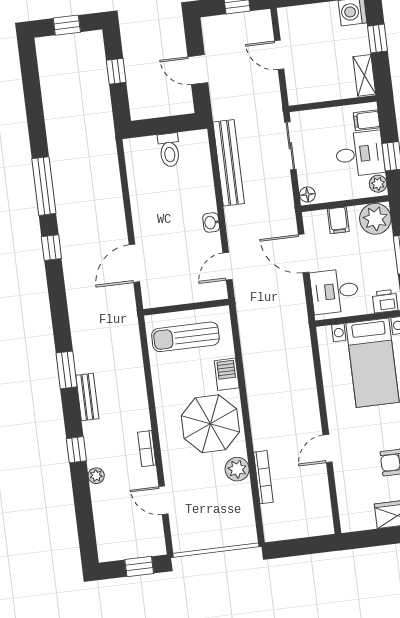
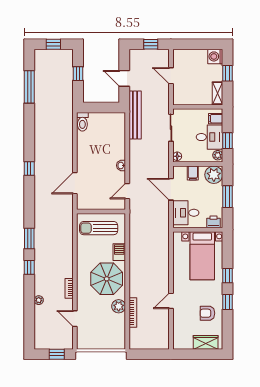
toilet: (169, 150) -> (82, 122), moved
bench: (229, 163) -> (135, 115), moved
window: (44, 186) -> (29, 87), moved
bench: (87, 397) -> (39, 255), removed
window: (76, 450) -> (29, 267), moved

